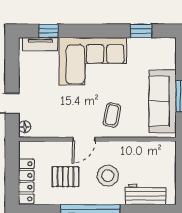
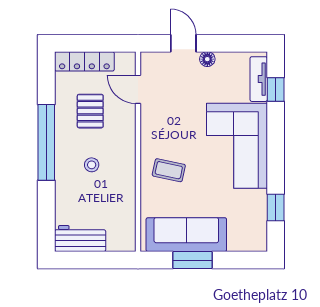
floor lamp: (25, 127) -> (207, 59), moved
door: (84, 139) -> (138, 89), moved
stool: (108, 176) -> (92, 165), width x0.53, depth x0.53
workbench: (145, 194) -> (80, 239), moved, turned -90

